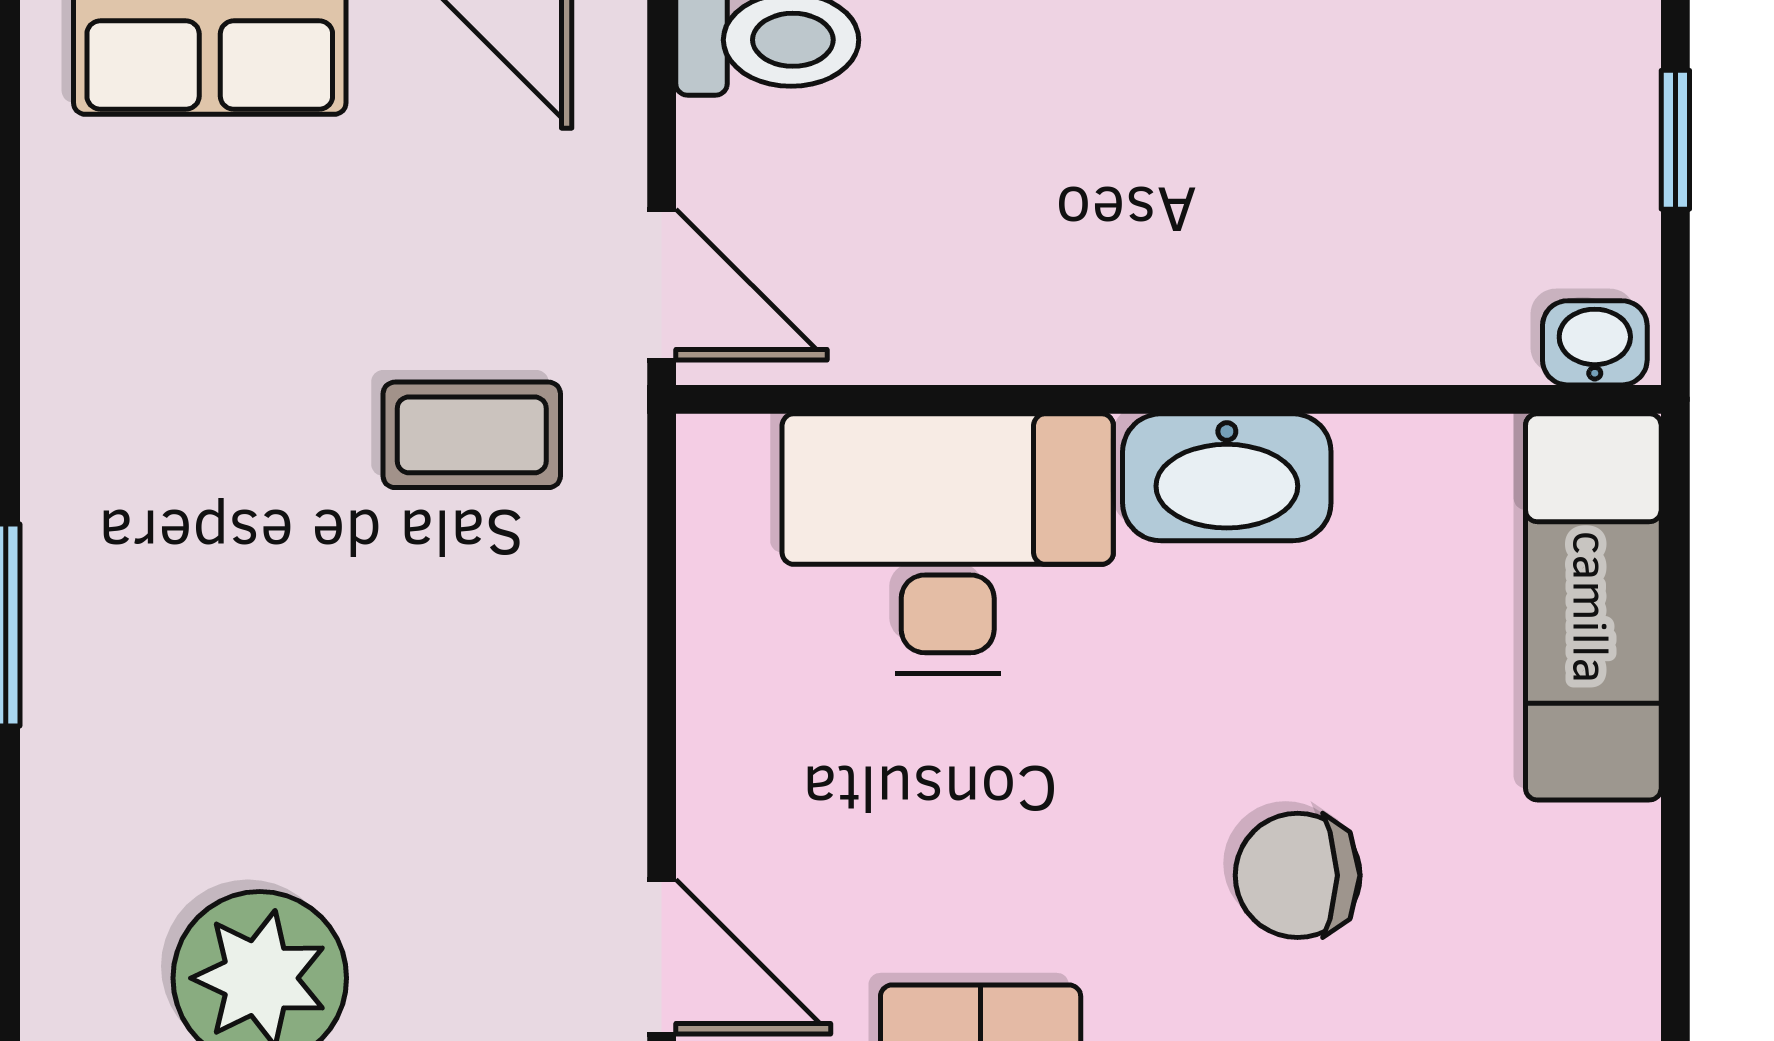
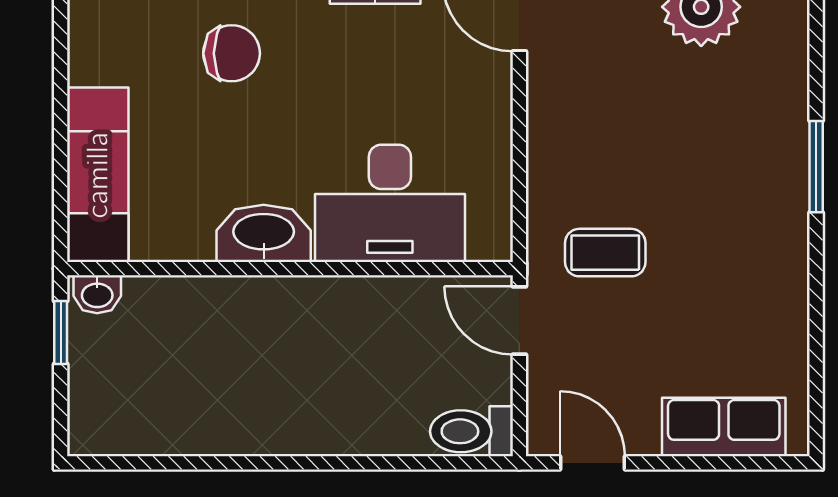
window: (1675, 140) -> (61, 332), moved

